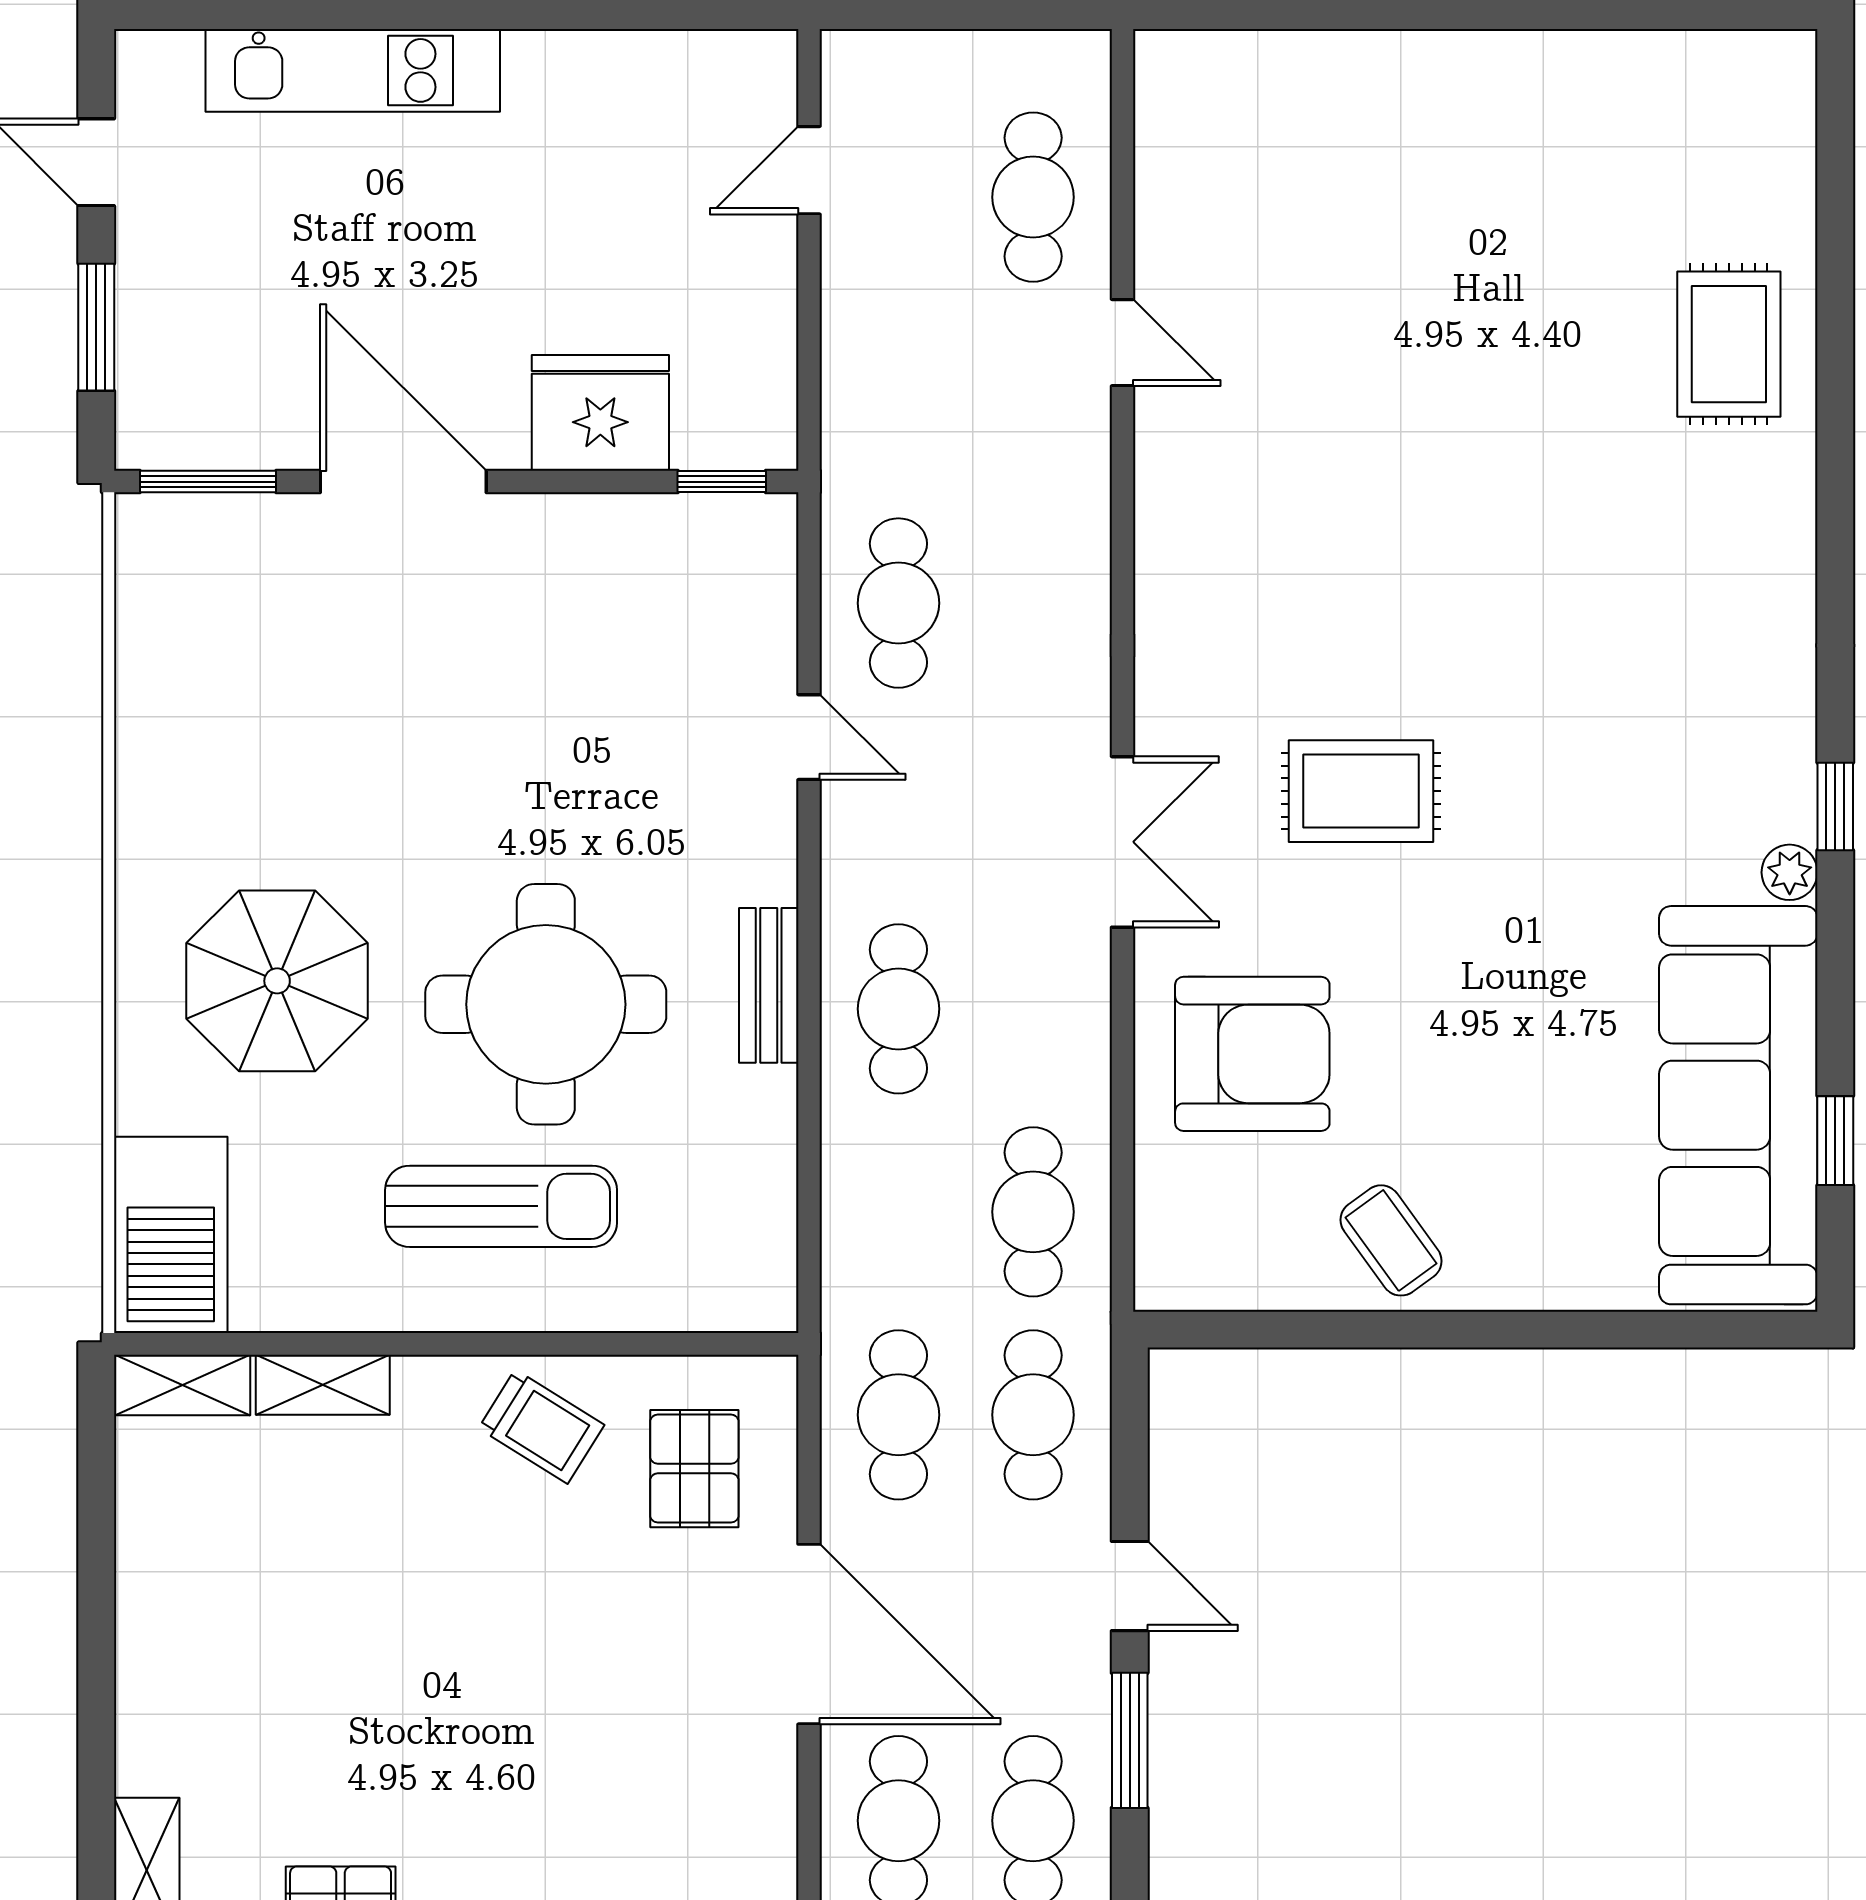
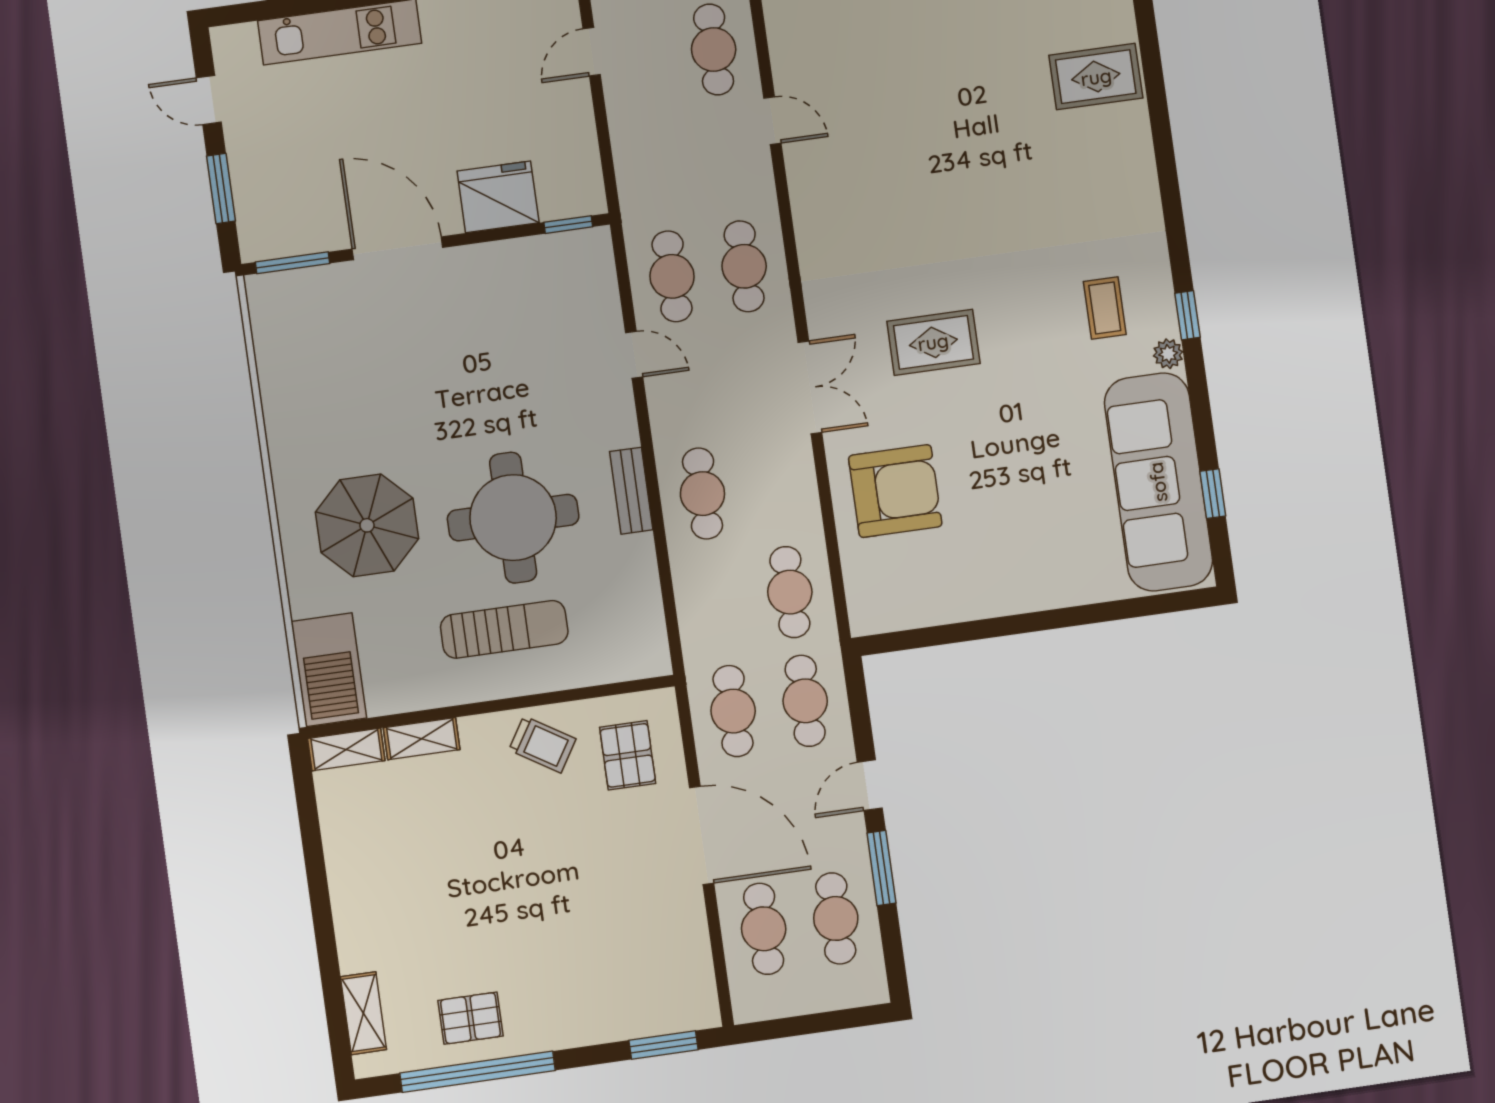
rug: (1729, 344) -> (1096, 77), turned 90
cafe table: (1033, 603) -> (744, 266), added
coffee table: (1391, 1240) -> (1105, 308), moved, turned 36
door: (1130, 1586) -> (870, 785), swing flipped

